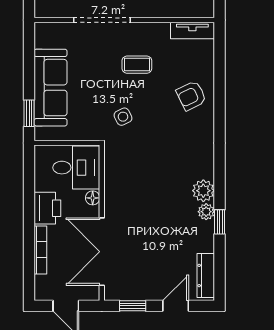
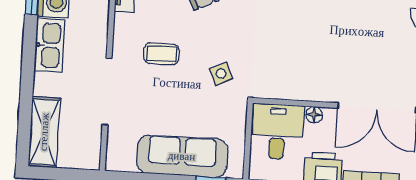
coffee table: (137, 65) -> (161, 54), turned 90

